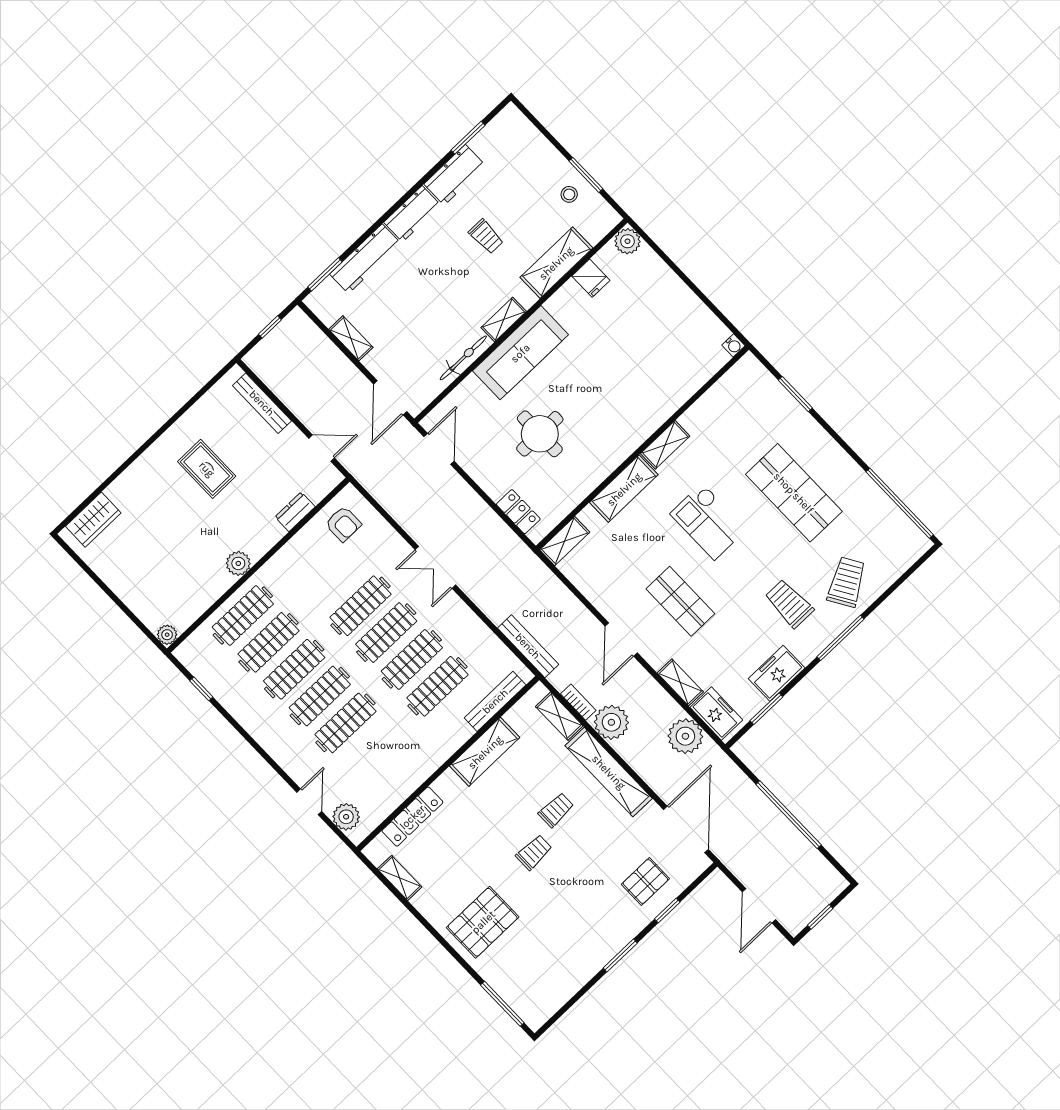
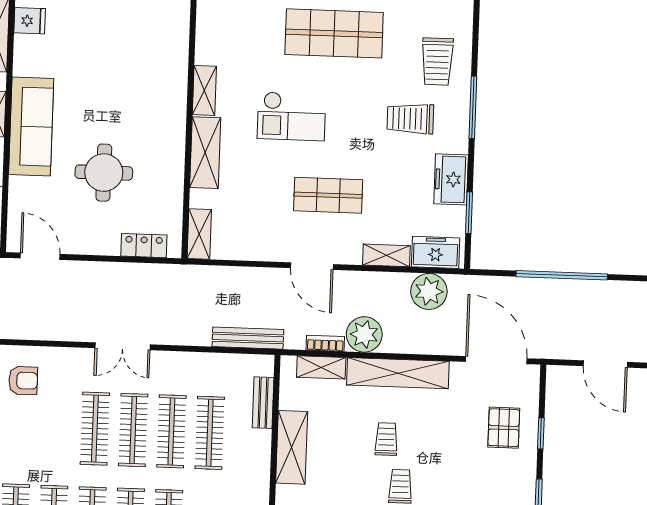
trolley: (847, 582) -> (437, 62), turned -149
bench: (495, 701) -> (263, 403), width x0.73

